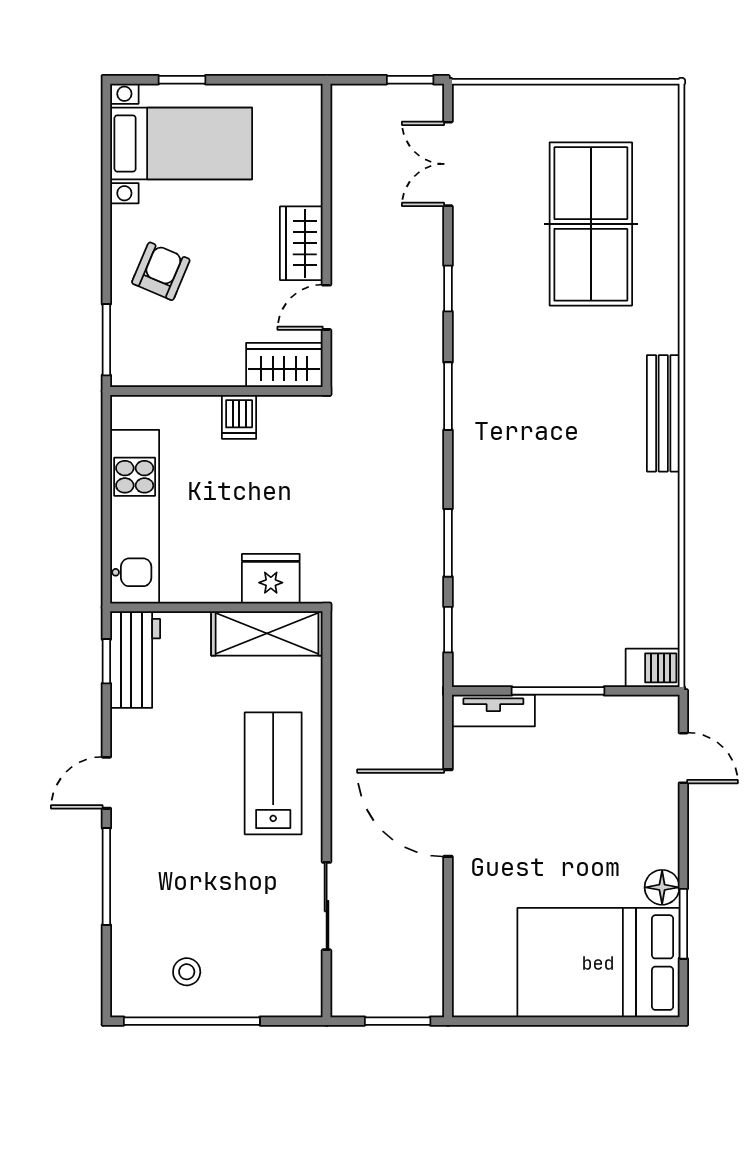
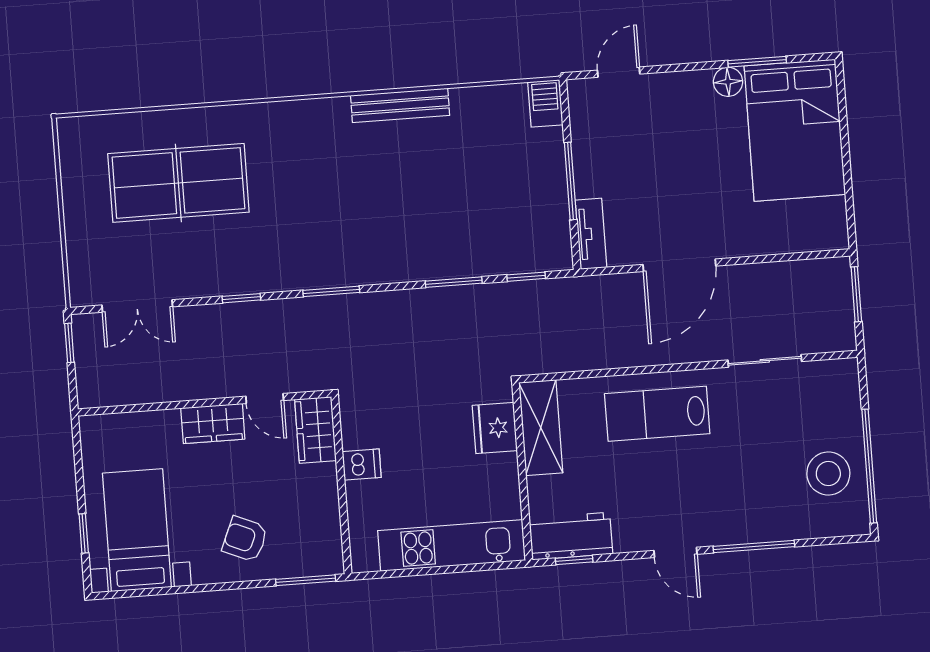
bench: (663, 413) -> (400, 105), moved
stool: (187, 972) -> (828, 474), width x1.89, depth x1.89

